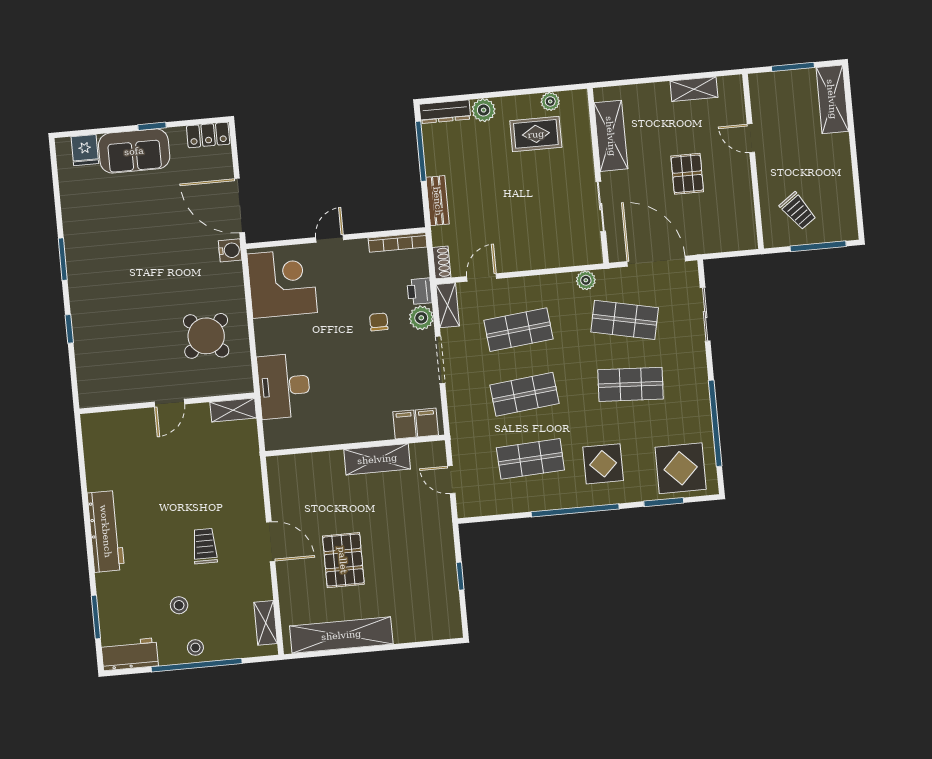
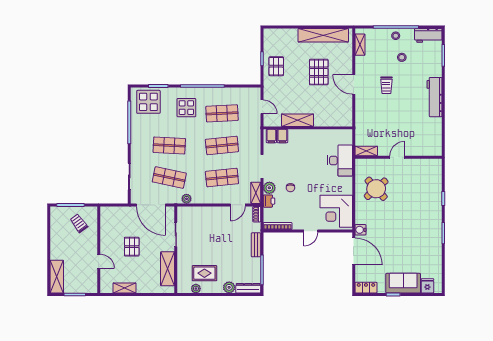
pallet: (430, 564) -> (276, 66), added

